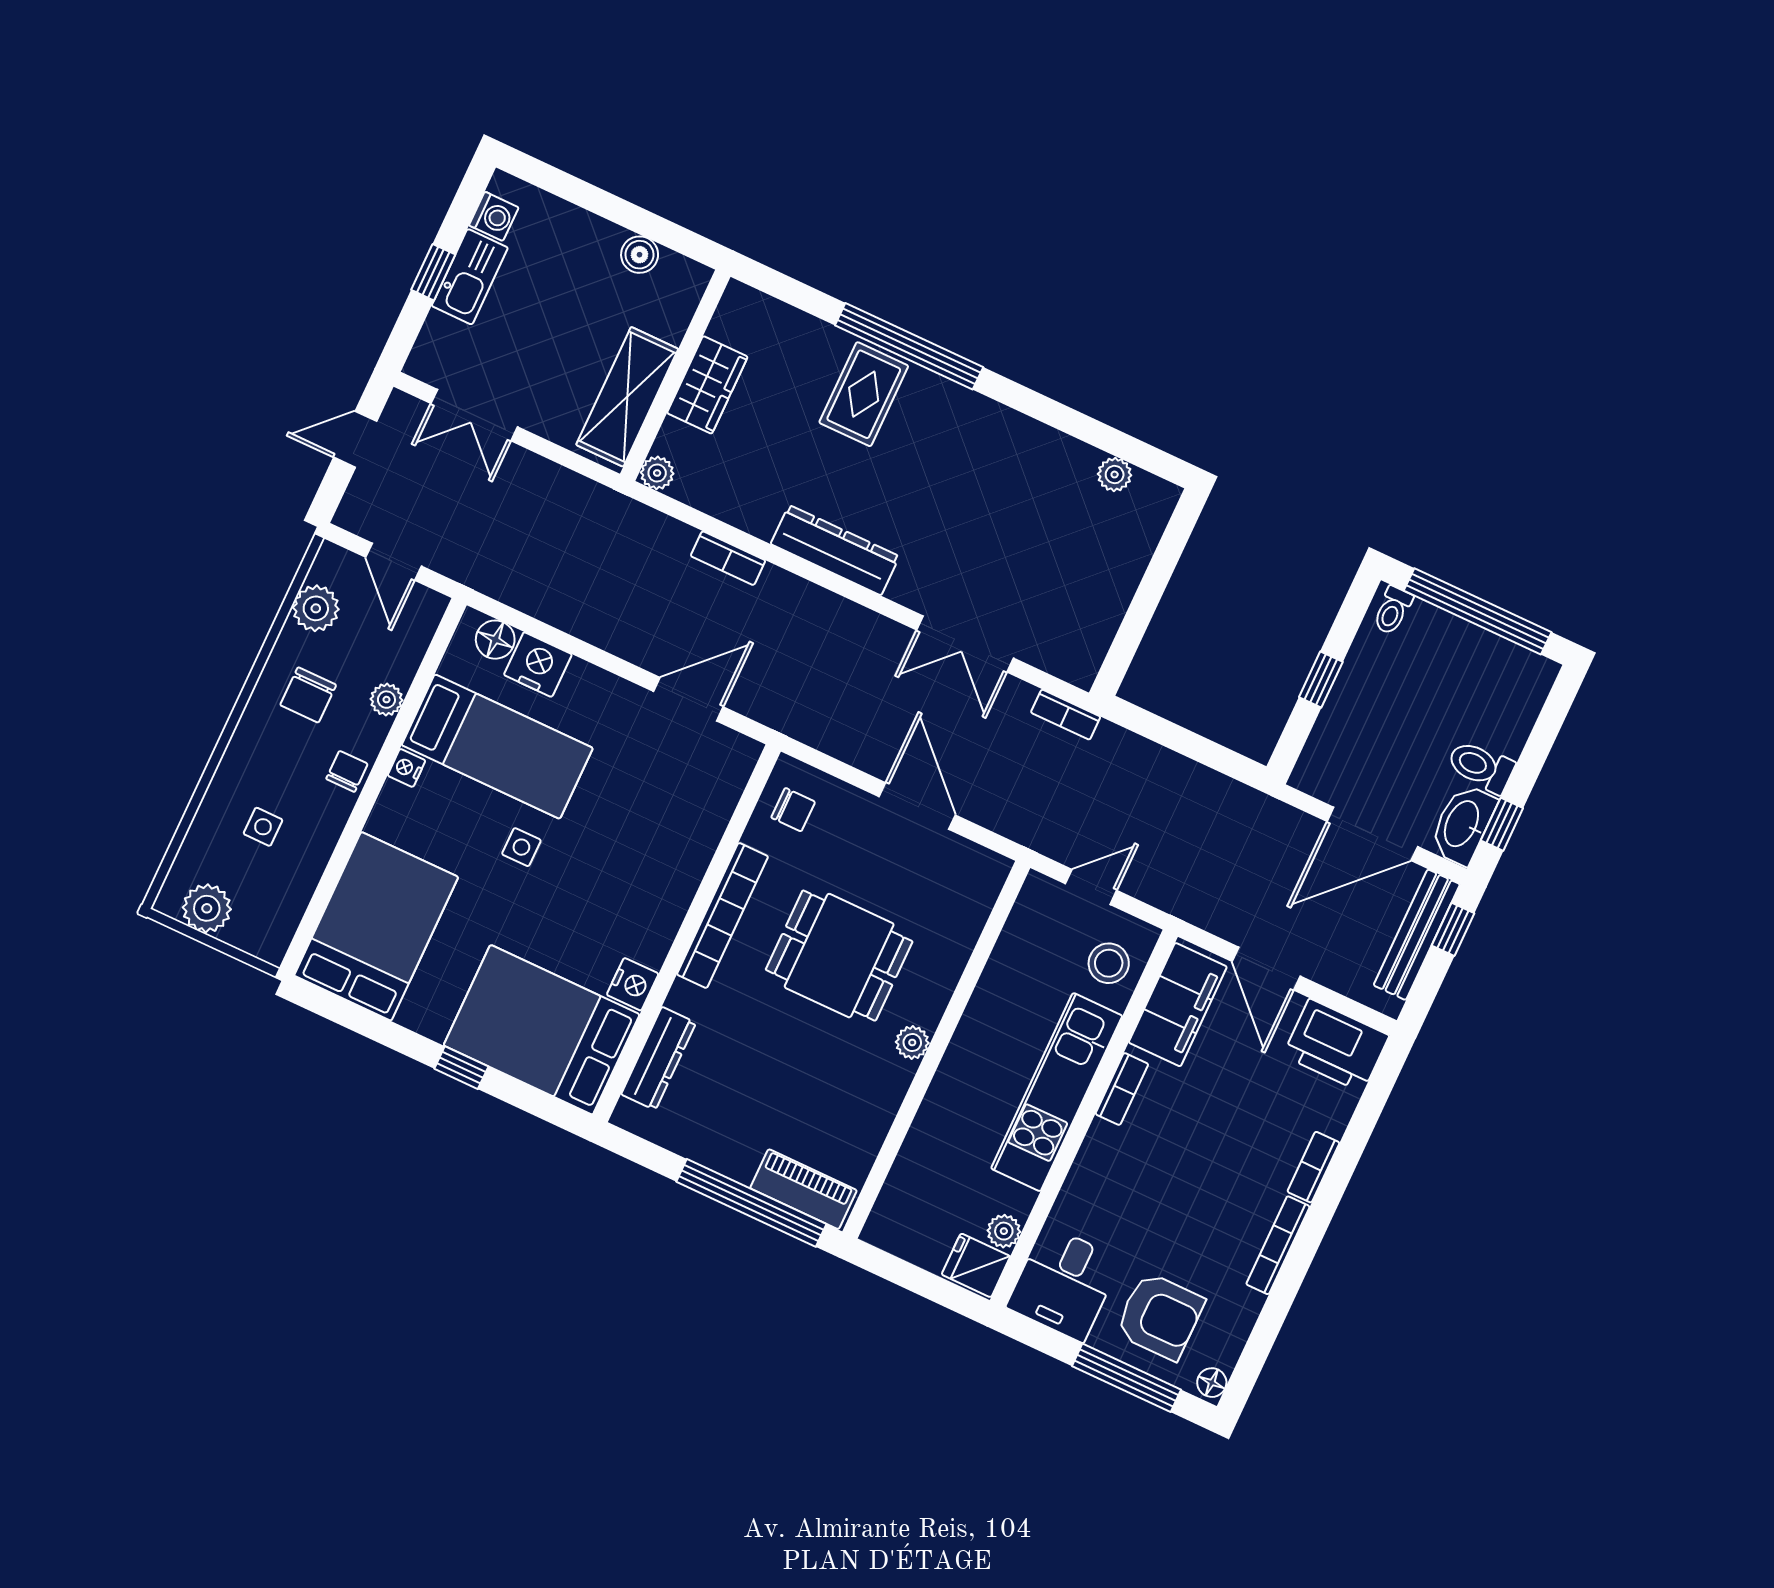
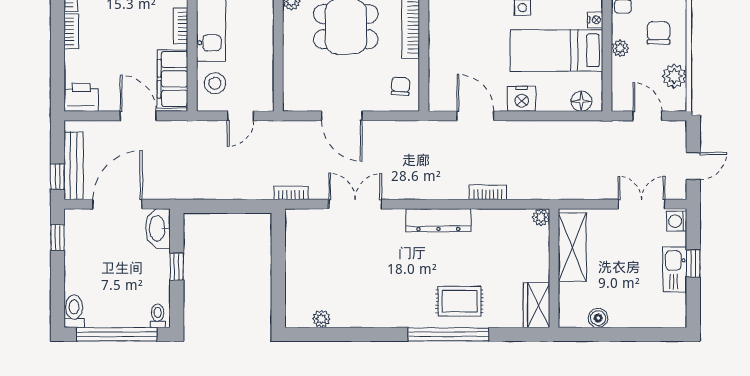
washing machine: (494, 216) -> (677, 221), moved
wardrobe: (707, 385) -> (537, 305), moved
rug: (864, 394) -> (460, 301), turned 90
nightstand: (538, 665) -> (522, 99), moved
door: (688, 699) -> (475, 116), swing flipped
toilet: (1481, 767) -> (74, 311), moved, turned -90
chair: (793, 810) -> (400, 86), turned 94
washbasin: (1463, 824) -> (158, 228), moved, turned 180
printer: (1336, 1046) -> (81, 97), width x0.73, depth x0.84

